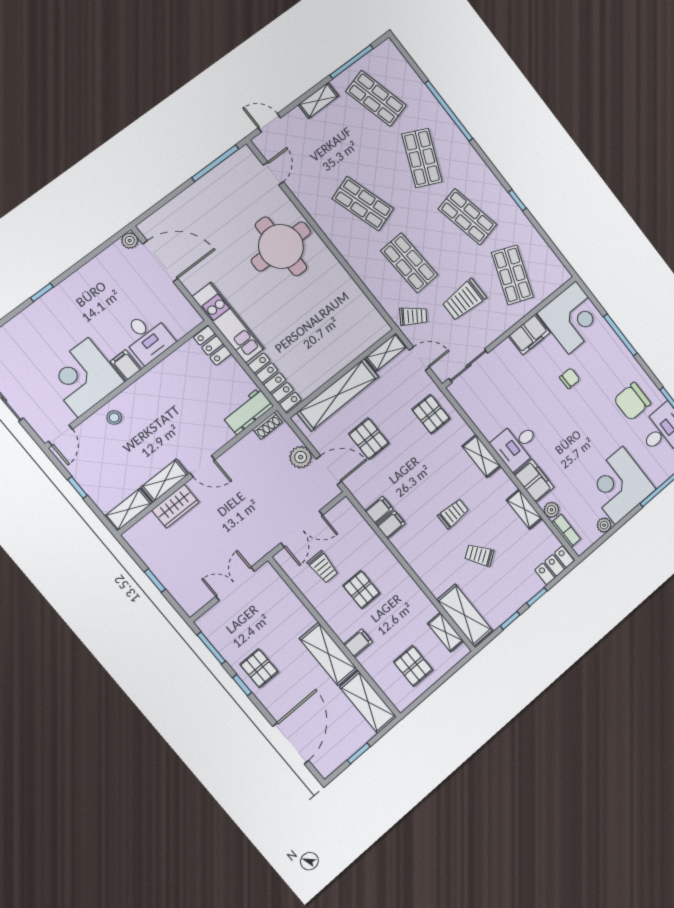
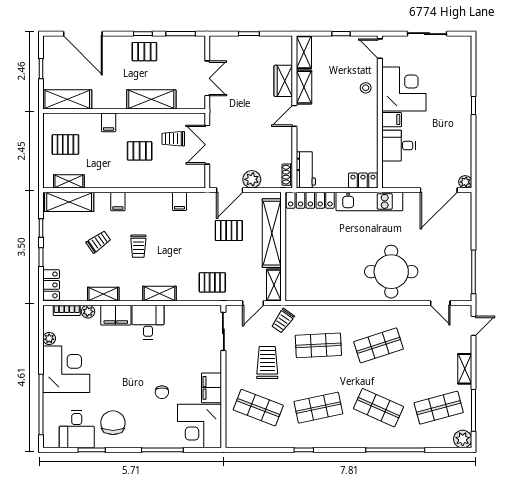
plant: (387, 52) -> (463, 439), added
filing cabinet: (391, 525) -> (118, 201), moved
shelving: (328, 654) -> (151, 99), moved

